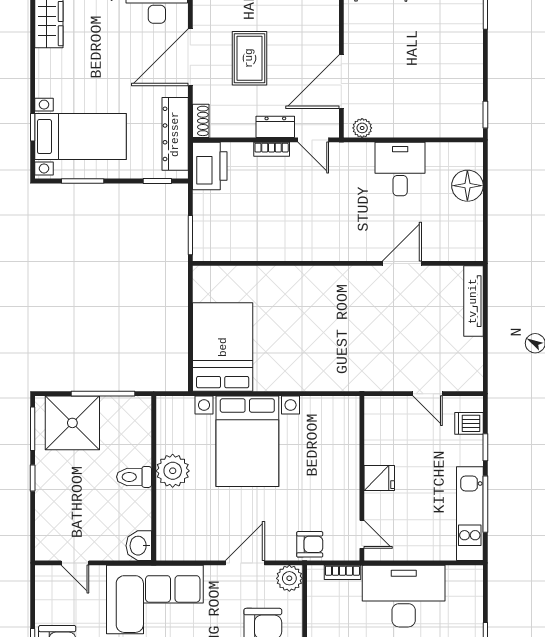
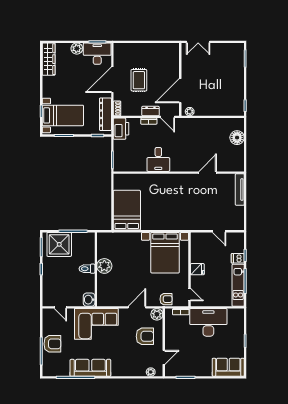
desk: (400, 169) -> (158, 159), moved, turned 180
dishwasher: (469, 423) -> (238, 258), moved
bed with nightstands: (247, 441) -> (165, 253), moved

